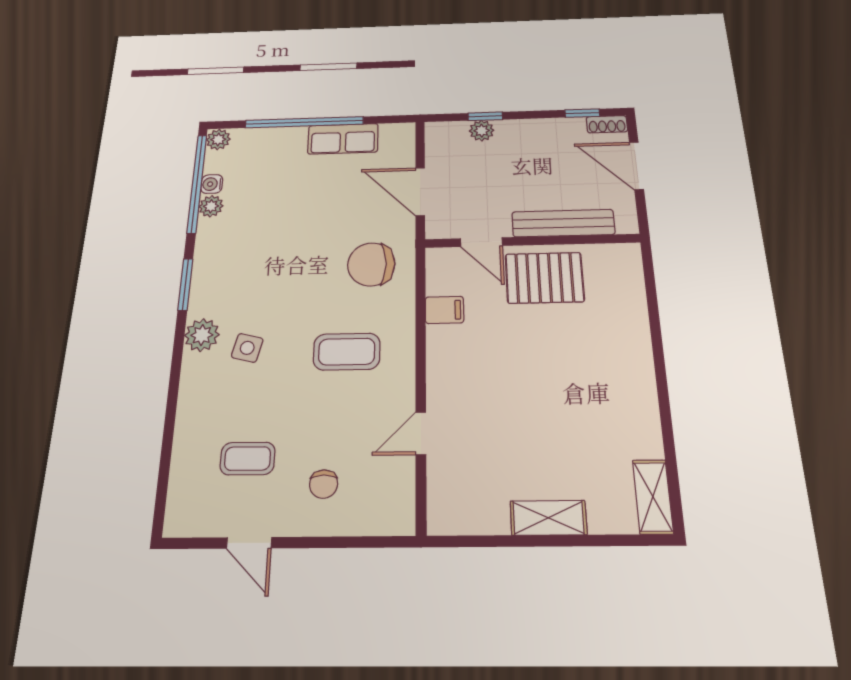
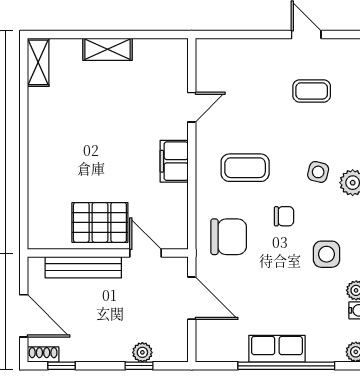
row of seats: (343, 139) -> (277, 349), moved
side table: (245, 247) -> (327, 254), added
filing cabinet: (444, 310) -> (174, 161), moved, width x2.00
chair: (324, 484) -> (284, 216), moved, turned 90

